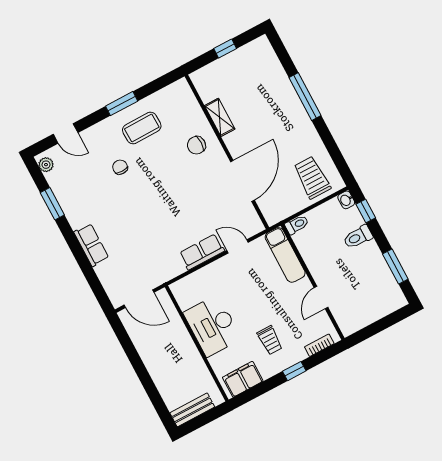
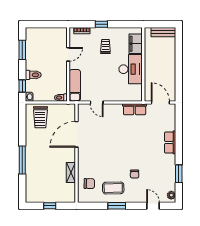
chair: (196, 145) -> (89, 184), moved
row of seats: (202, 252) -> (135, 109), moved
filing cabinet: (243, 379) -> (136, 44), moved, turned 90

